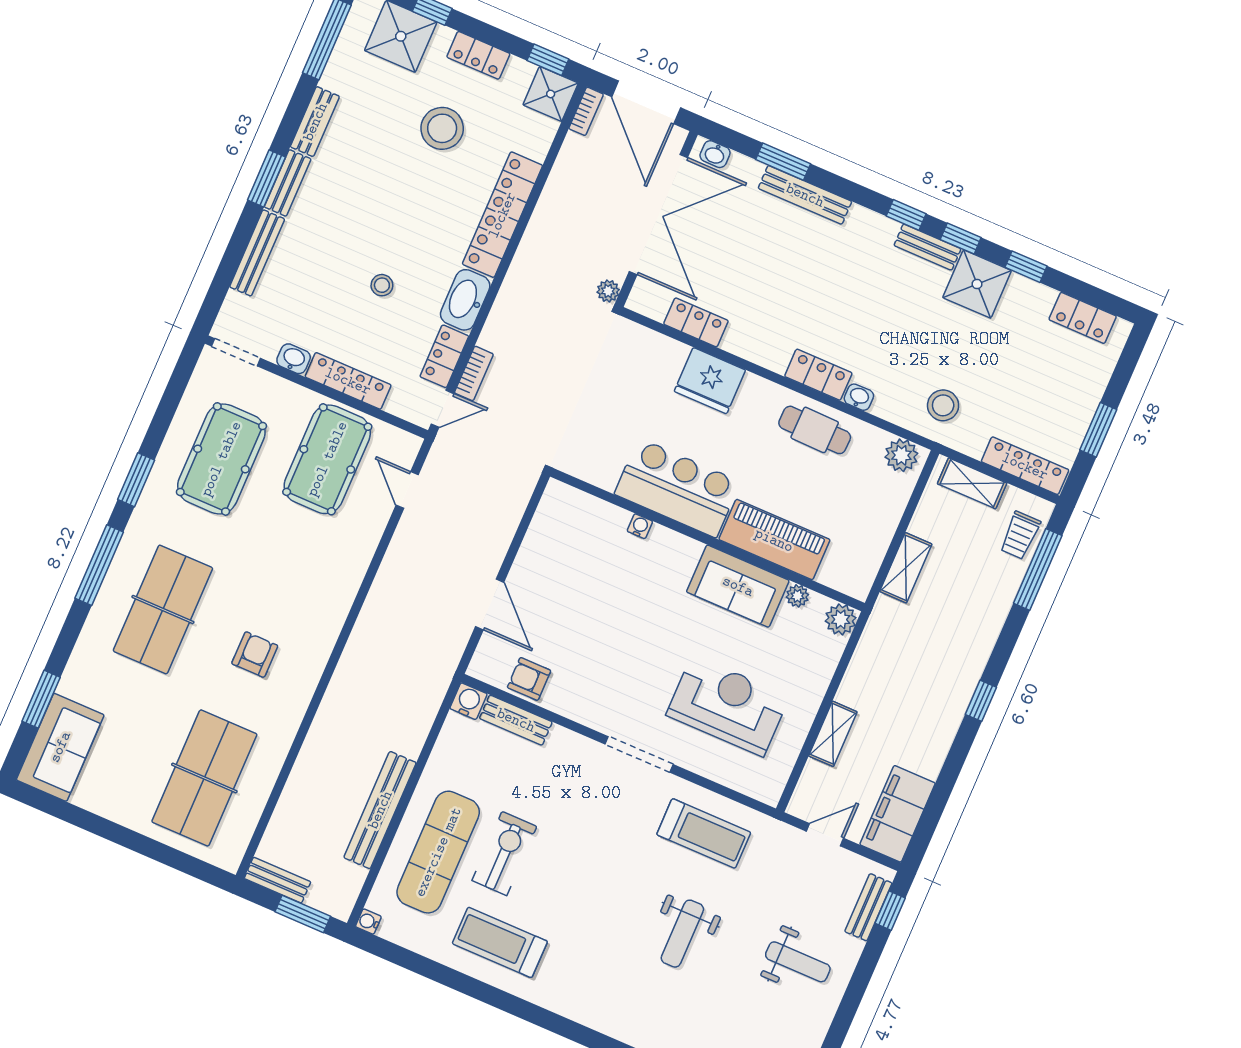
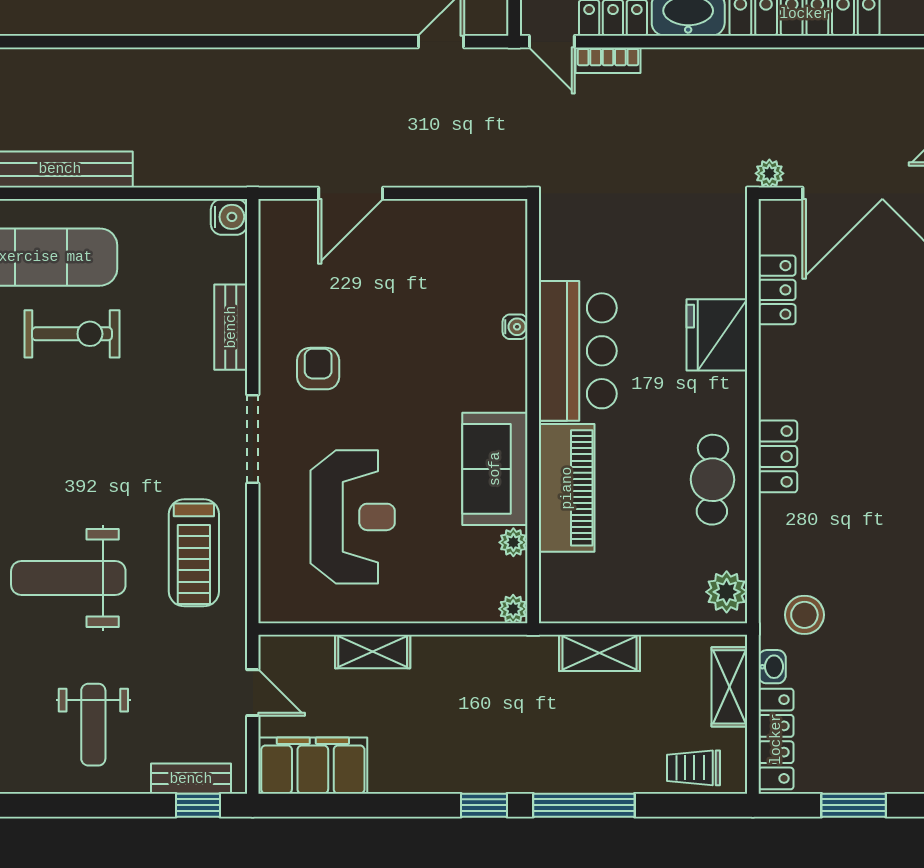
washbasin: (859, 397) -> (772, 667), moved
window: (1038, 569) -> (584, 805), moved
plant: (841, 619) -> (513, 609), width x0.73, depth x0.73
armchair: (529, 679) -> (318, 369), moved
bench: (516, 720) -> (231, 327), moved
weight bench: (682, 934) -> (68, 578), width x1.36, depth x1.33

